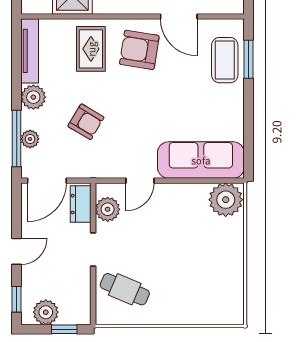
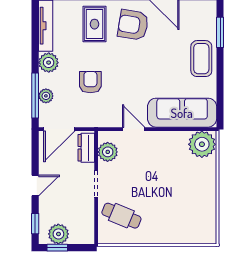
coffee table: (225, 60) -> (201, 59), moved
armchair: (86, 122) -> (90, 82), turned -121
door: (140, 181) -> (134, 129), swing flipped
window: (64, 329) -> (57, 248), moved

